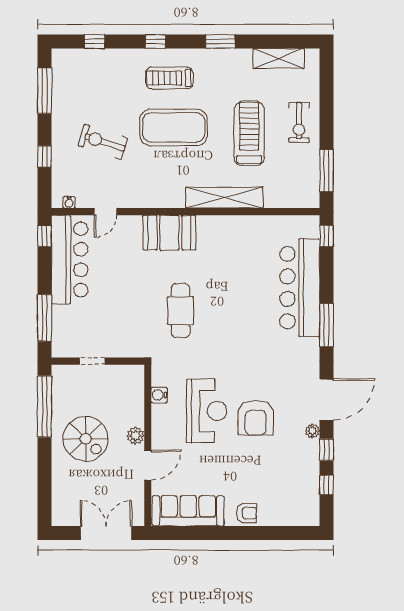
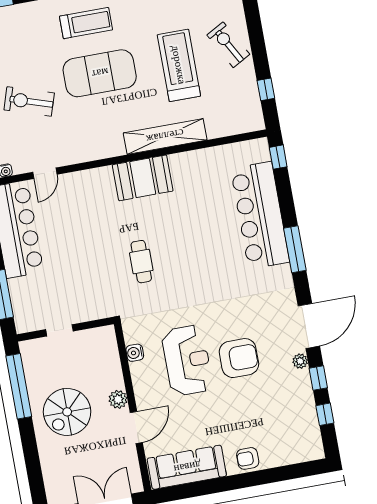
treadmill: (169, 78) -> (86, 23), turned 180
exercise bike: (299, 122) -> (228, 45), turned 151
window: (326, 171) -> (266, 89), width x0.46
booth: (169, 233) -> (143, 178), moved
cafe table: (181, 311) -> (141, 262), width x0.73, depth x0.74
armchair: (256, 418) -> (239, 358), turned -90
spiral stairs: (86, 439) -> (67, 412), turned 90
armchair: (247, 513) -> (248, 458), turned 180

